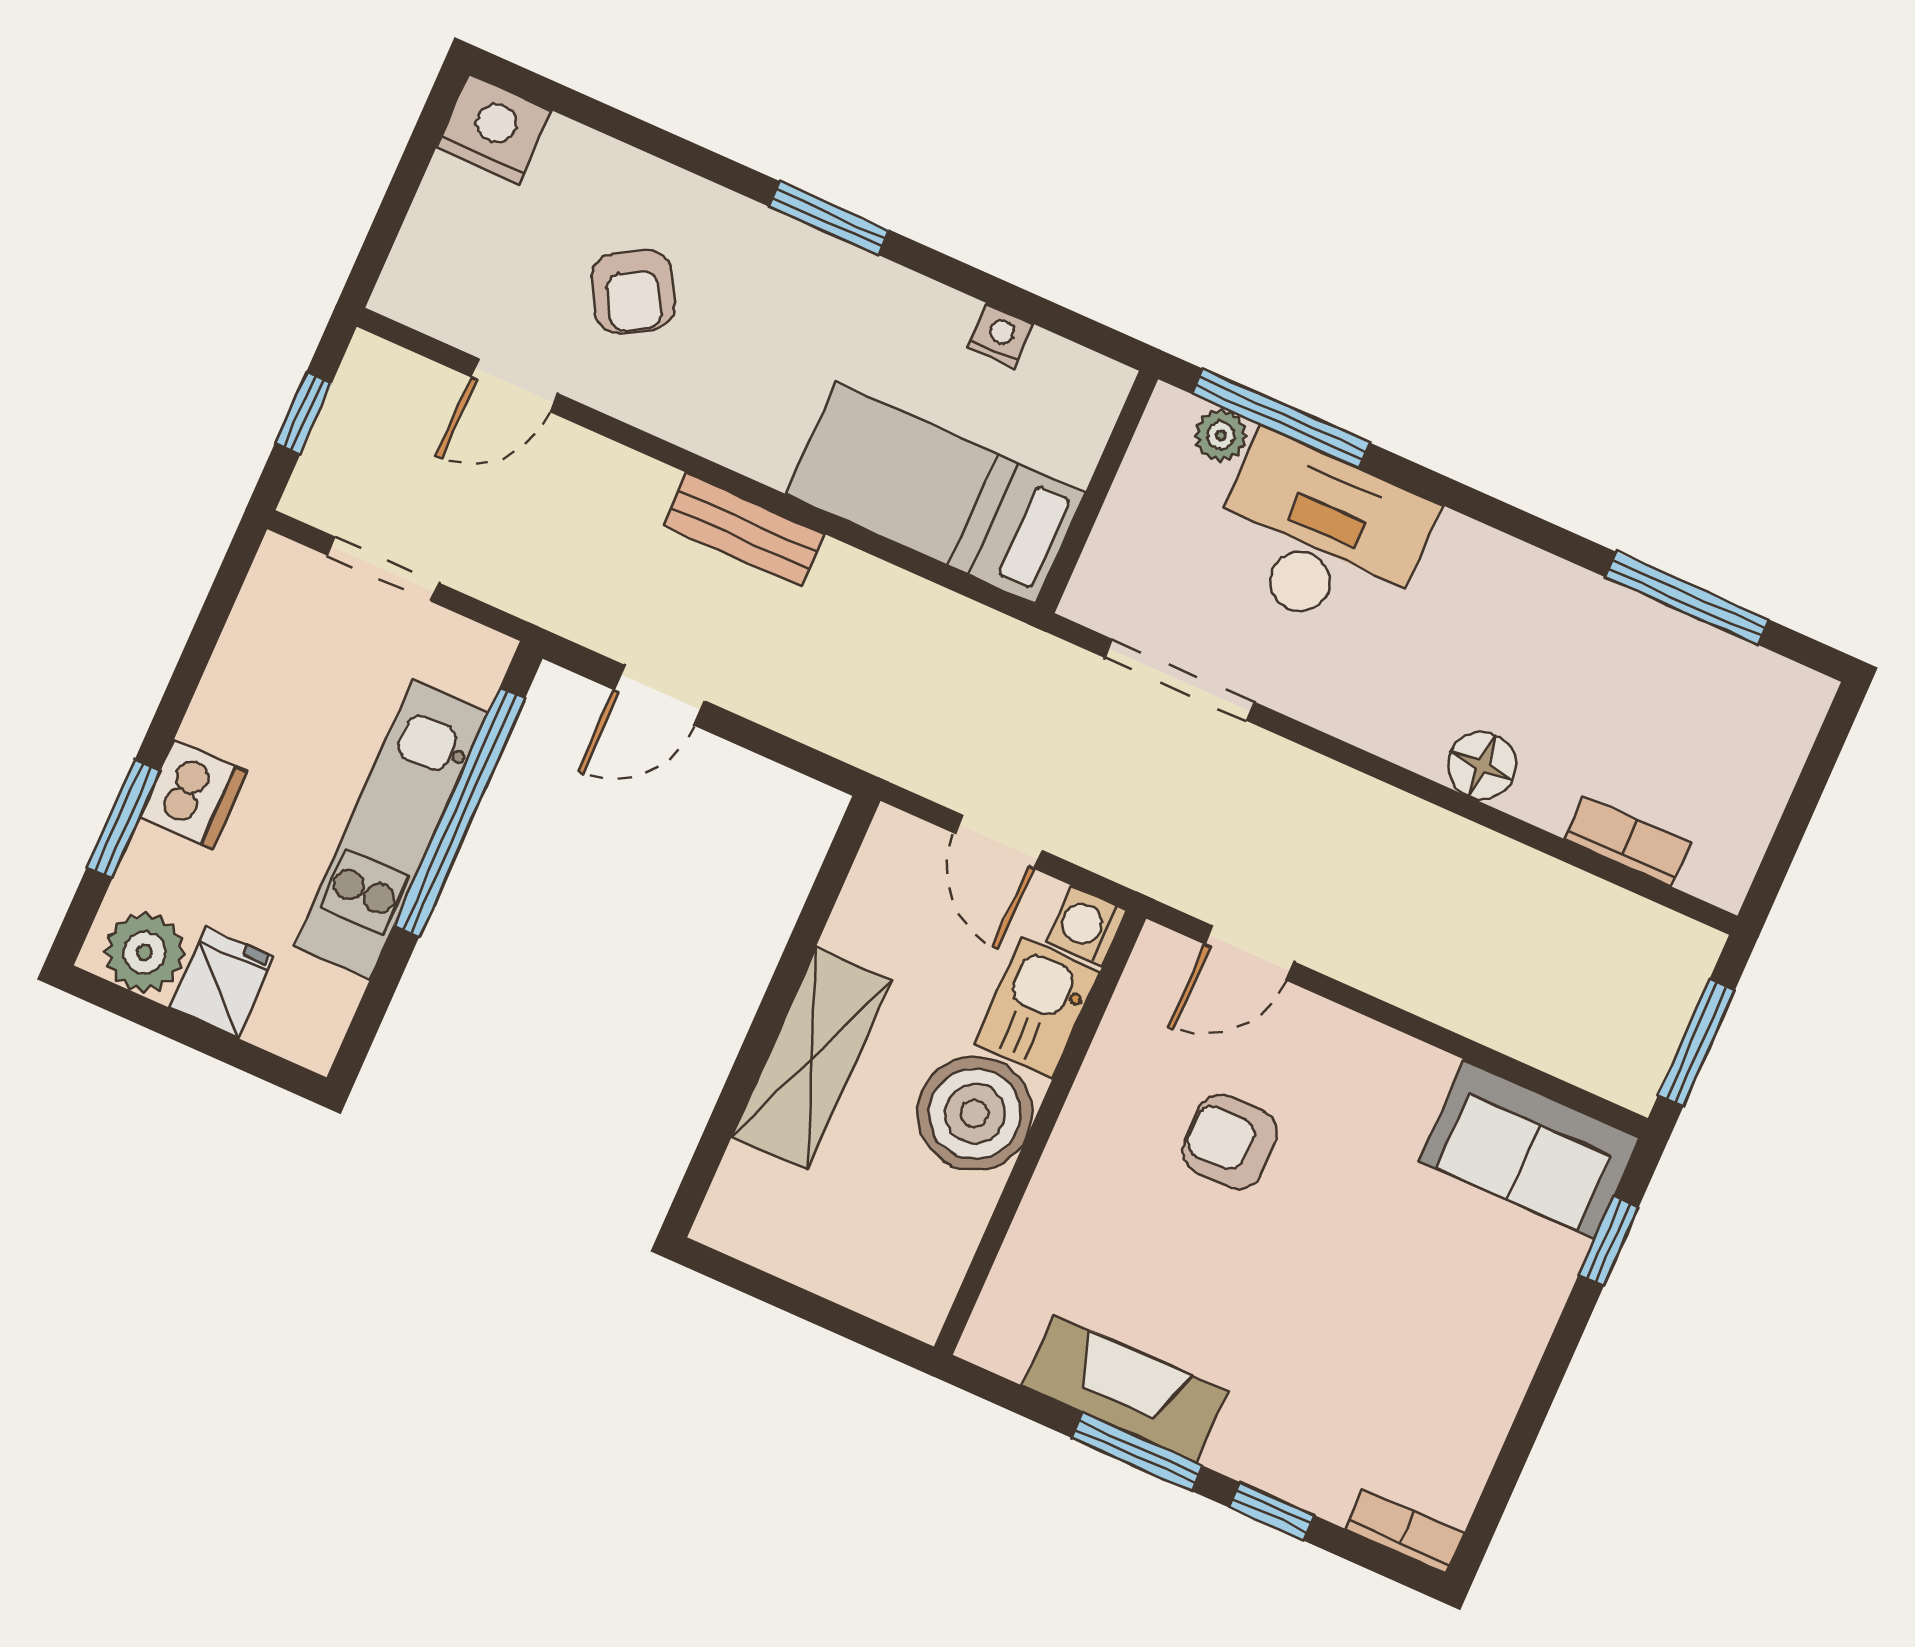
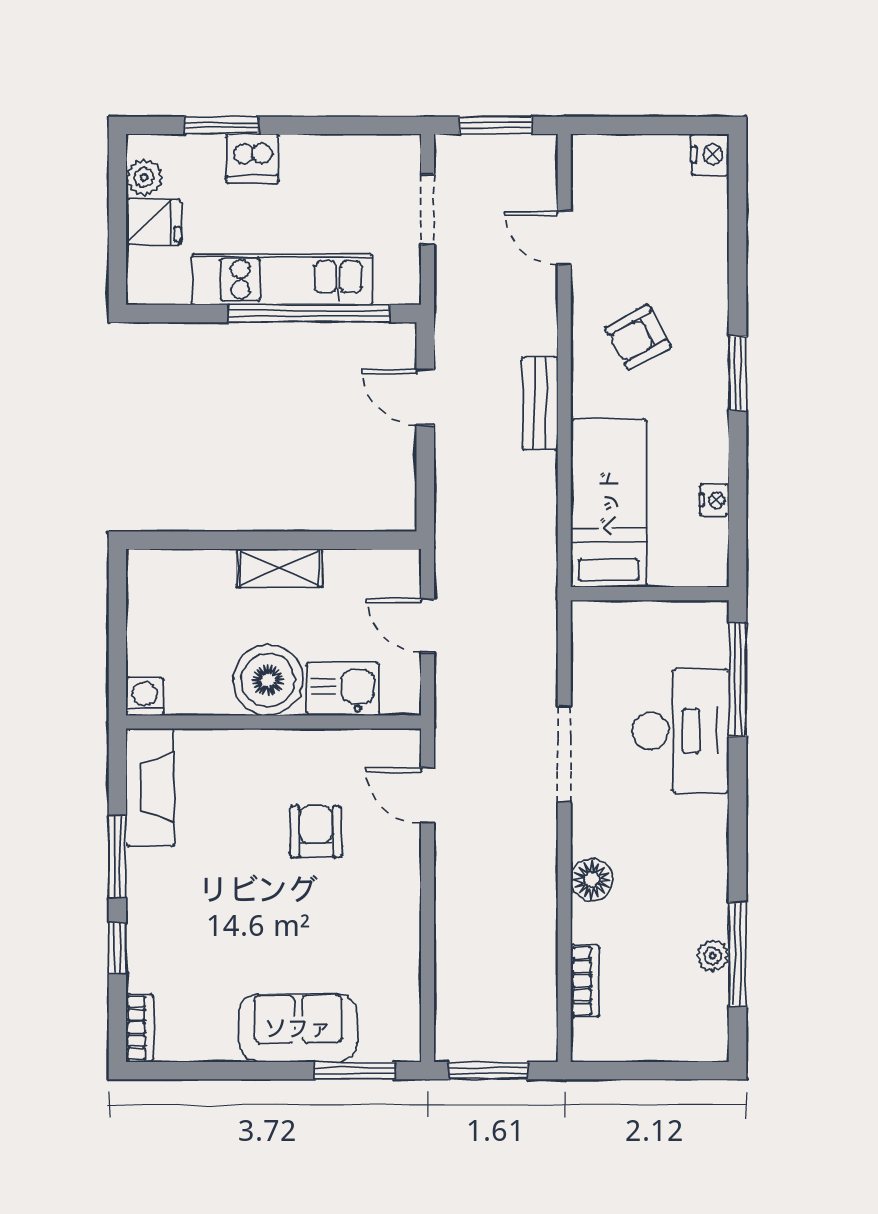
nightstand: (494, 129) -> (710, 154), width x0.74, depth x0.75
armchair: (633, 291) -> (638, 337), moved
window: (303, 413) -> (496, 125), width x1.50
plant: (1221, 435) -> (713, 956), moved
doorway: (1179, 680) -> (564, 754), moved
door: (998, 842) -> (427, 625), hinge flipped
washing machine: (1087, 926) -> (145, 697), moved
plant: (144, 952) -> (144, 177), width x0.73, depth x0.73
shelving: (812, 1058) -> (280, 568), width x0.67, depth x0.75
sofa: (1529, 1149) -> (298, 1028), moved, turned 90
window: (1608, 1241) -> (354, 1071), width x1.50
fireplace: (1125, 1389) -> (150, 787), moved

